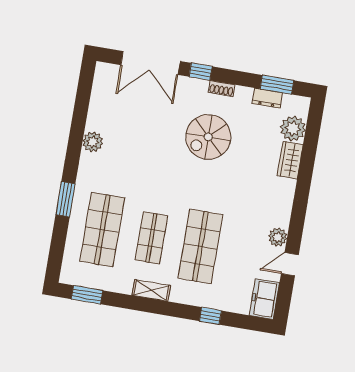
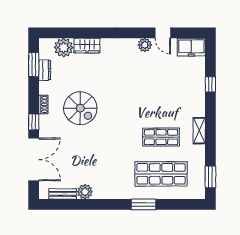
bench: (98, 94) -> (63, 194), added
plant: (93, 142) -> (85, 192), moved
shop shelf: (200, 246) -> (161, 100), removed

